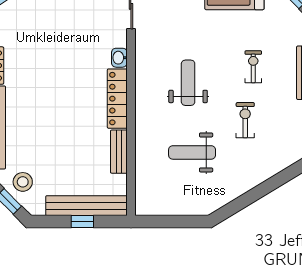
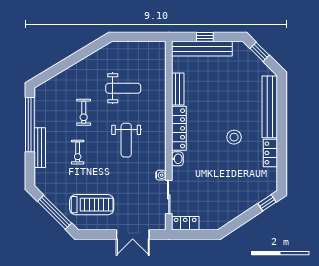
water cooler: (141, 36) -> (161, 175), added
stool: (23, 182) -> (234, 137), moved

